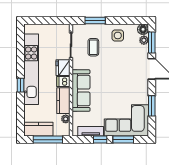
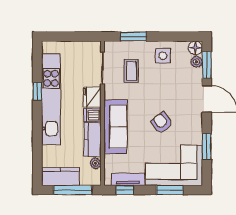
window: (20, 85) -> (37, 91), moved
armchair: (117, 87) -> (162, 123), added
window: (100, 140) -> (125, 190), moved

